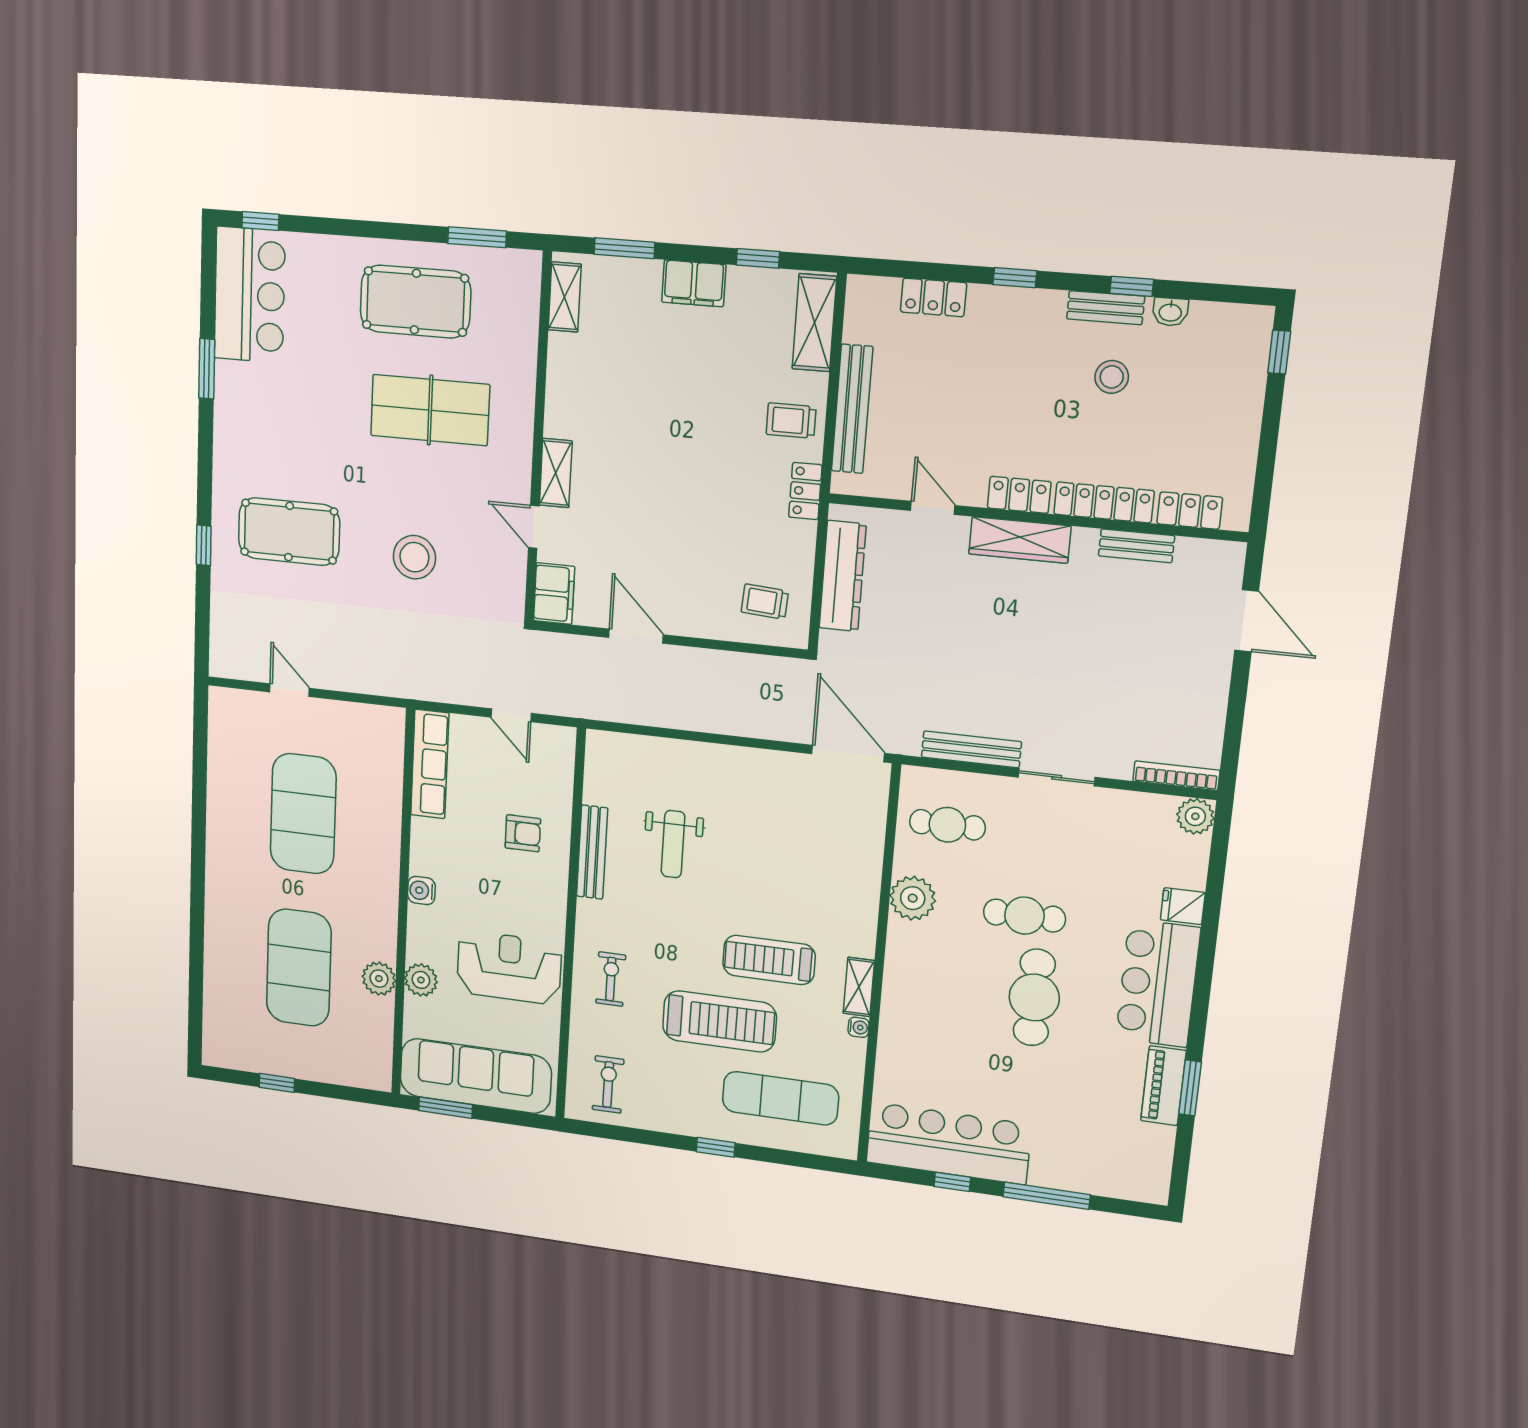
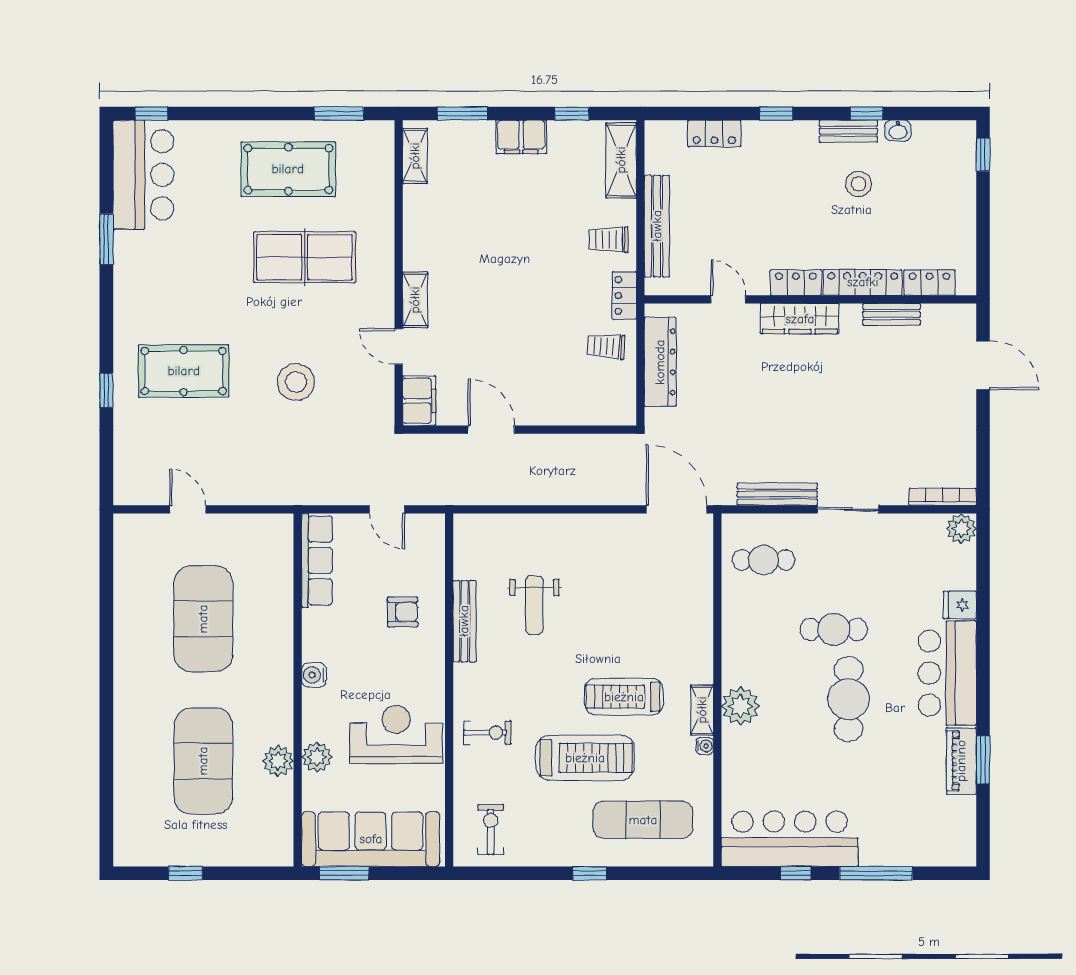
trolley: (765, 602) -> (606, 346), moved
plant: (913, 898) -> (741, 706), moved
exercise bike: (611, 979) -> (487, 733), turned 90

